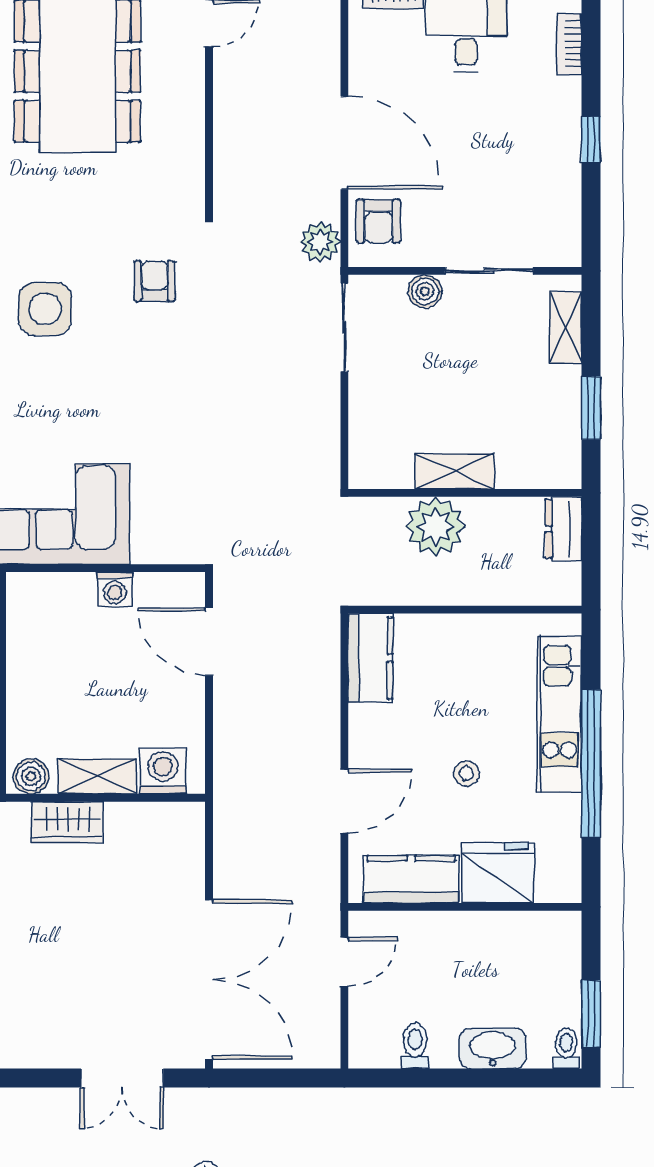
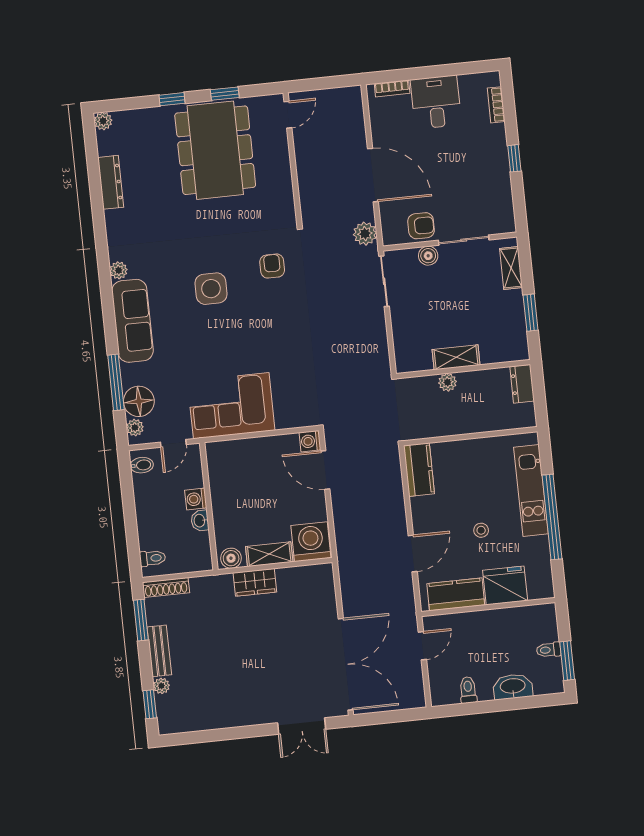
armchair: (378, 221) -> (421, 226), moved, turned -90
plant: (435, 527) -> (447, 382), width x0.53, depth x0.53
washing machine: (115, 589) -> (310, 441), moved, turned 90
washing machine: (163, 771) -> (311, 542), width x1.37, depth x1.37
toilet: (566, 1048) -> (549, 650), moved, turned -90

